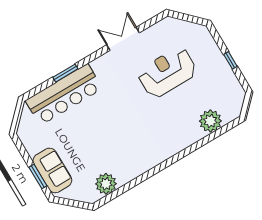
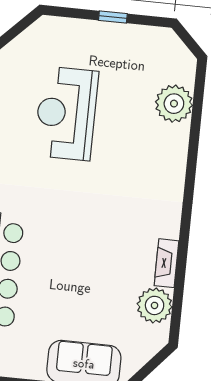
fireplace: (131, 174) -> (166, 263), added

